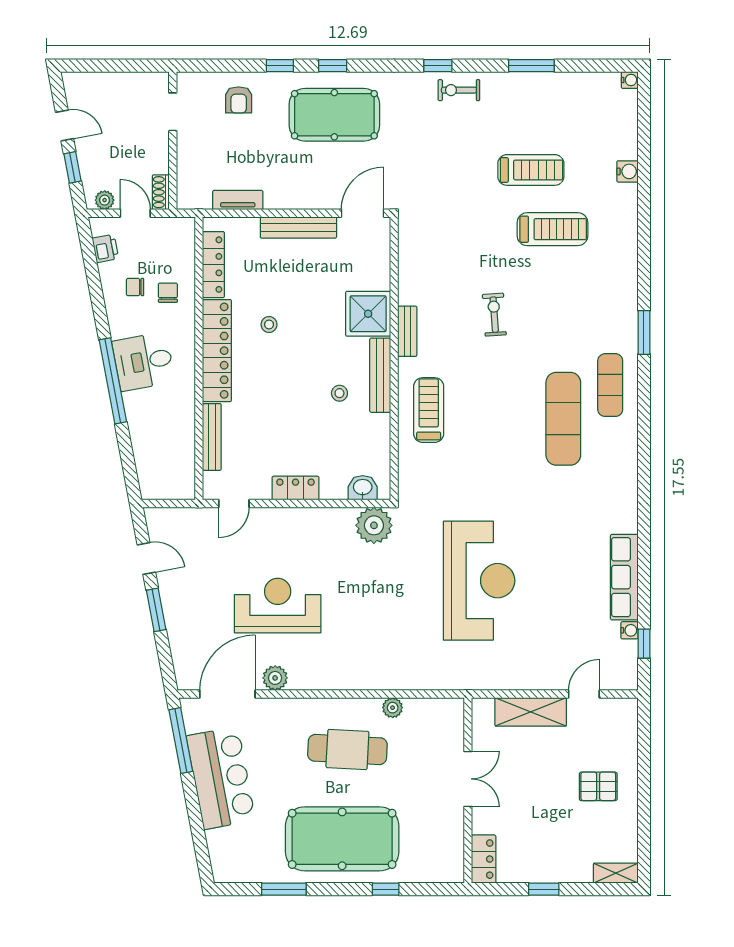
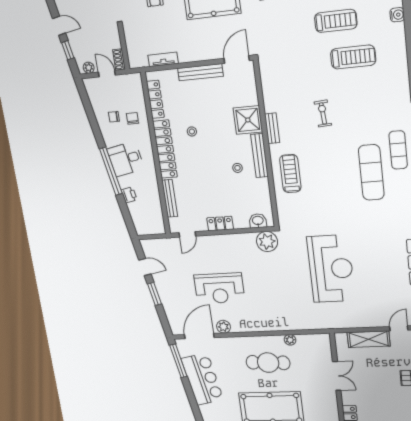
printer: (105, 248) -> (129, 195), moved
reception desk: (278, 606) -> (219, 288), turned 180

